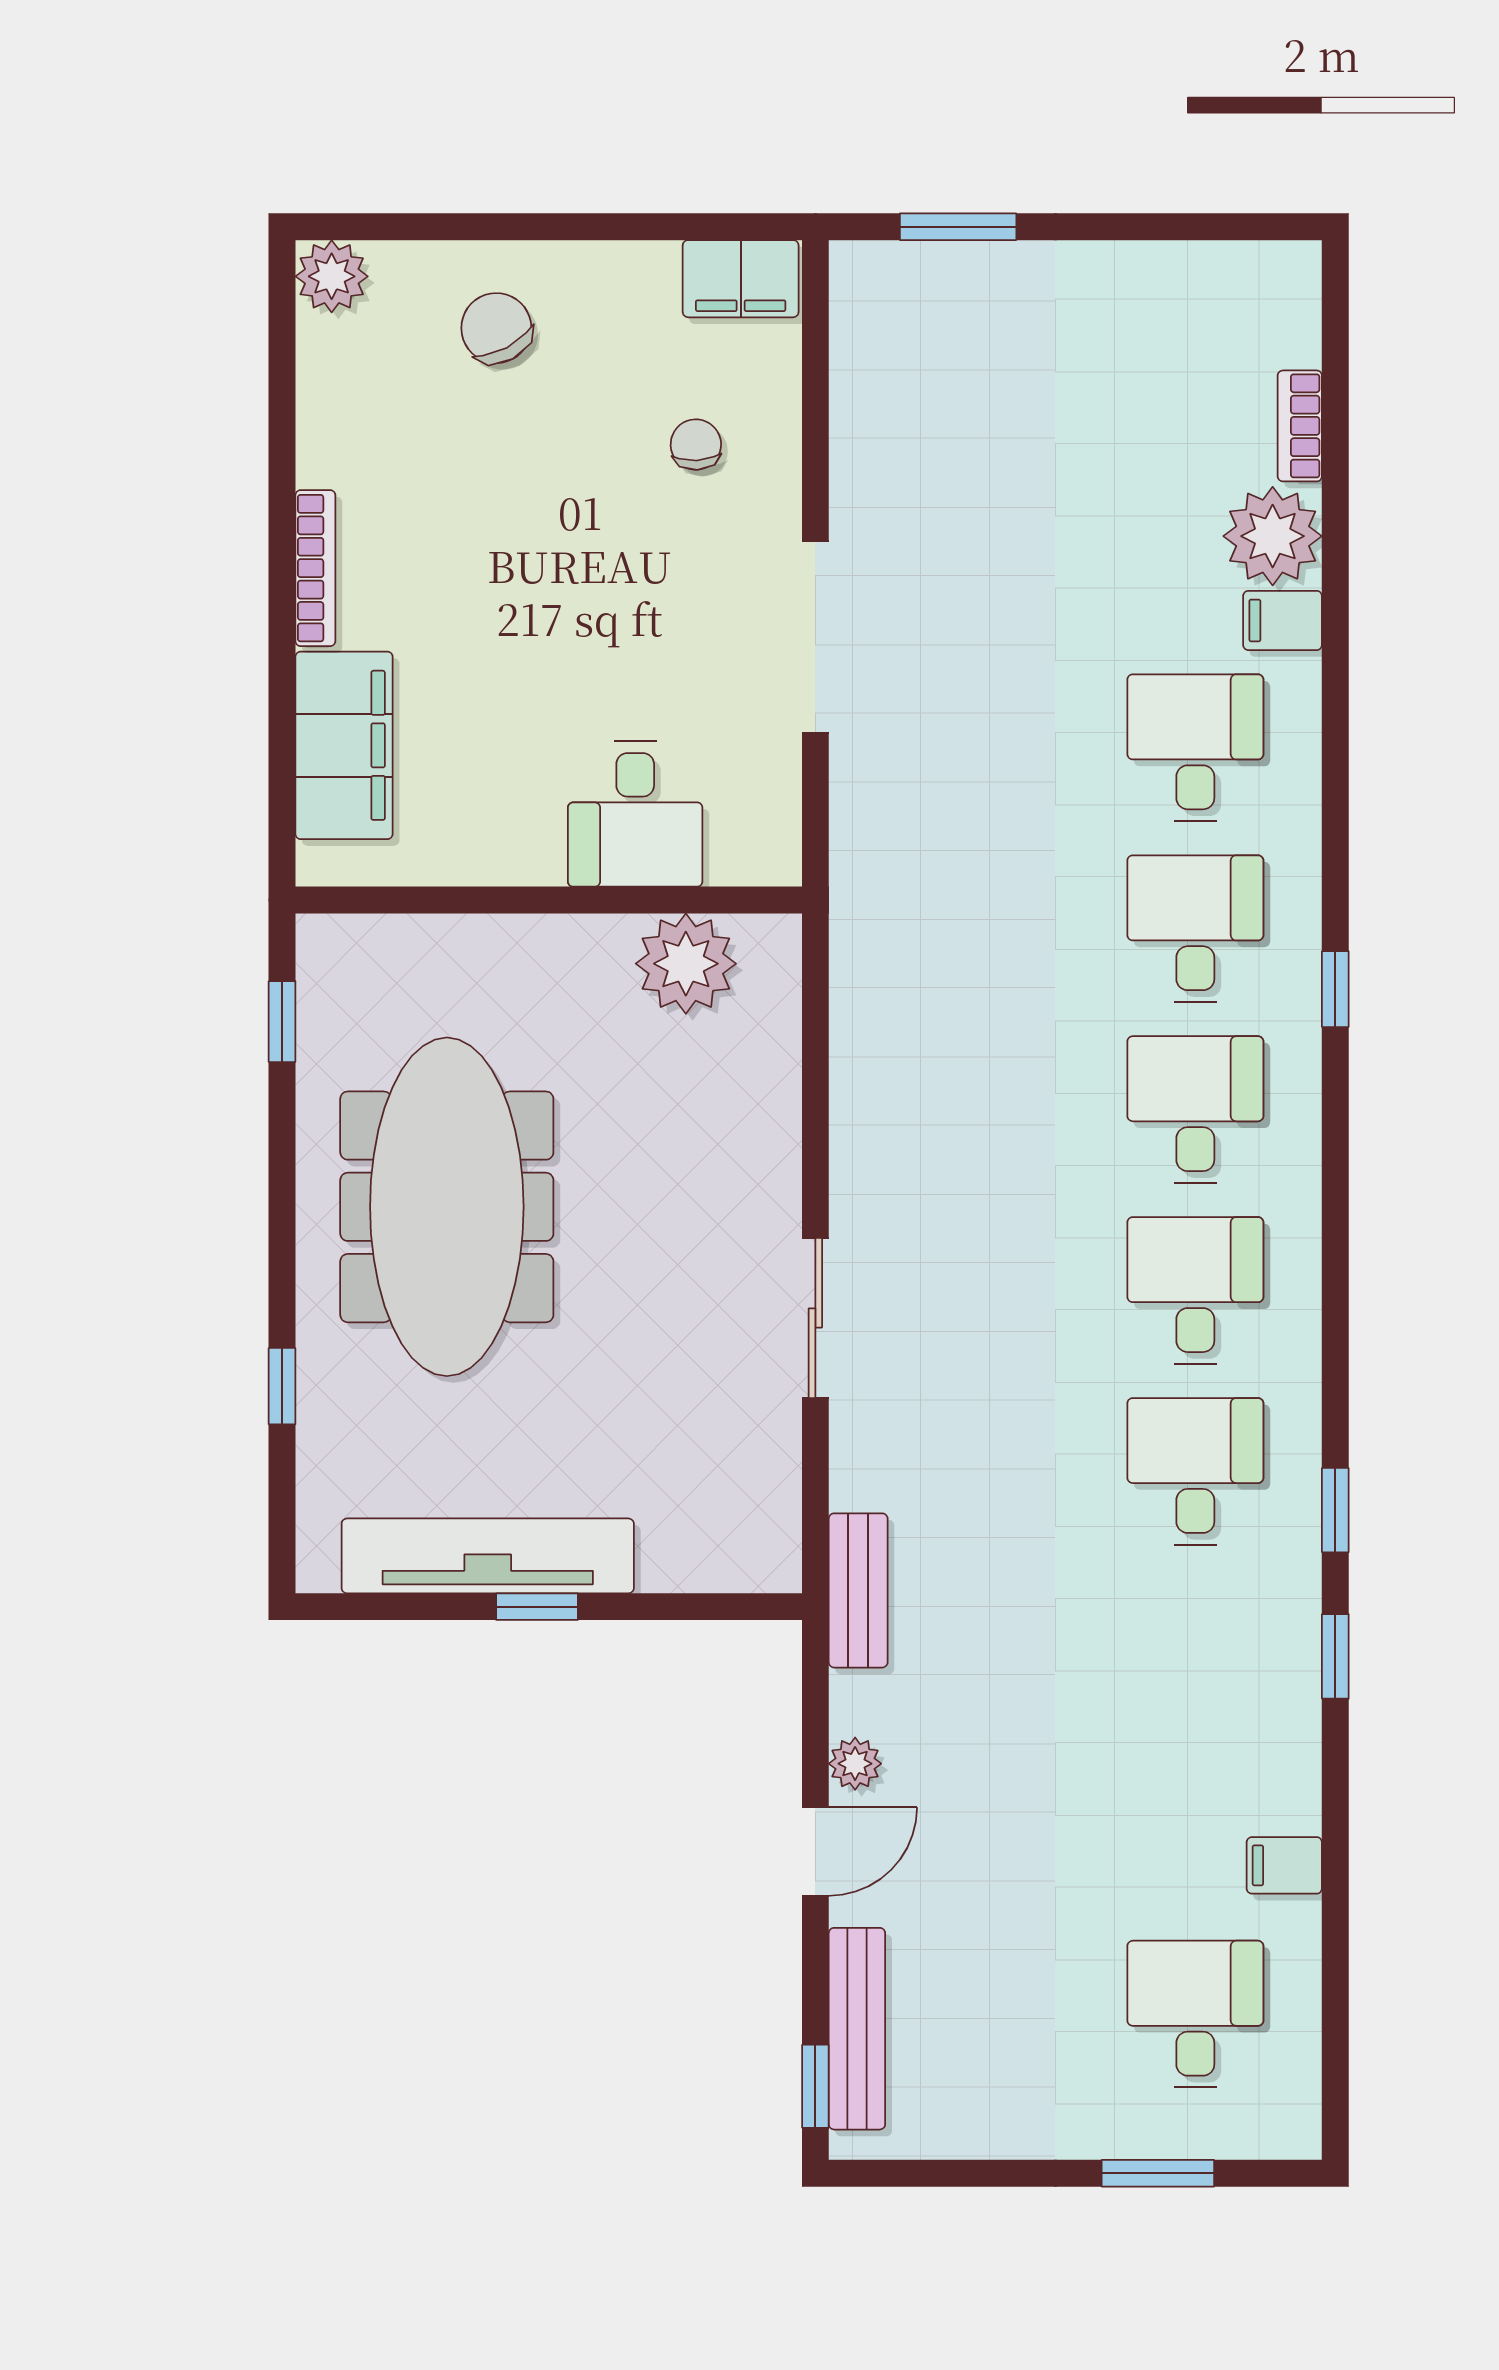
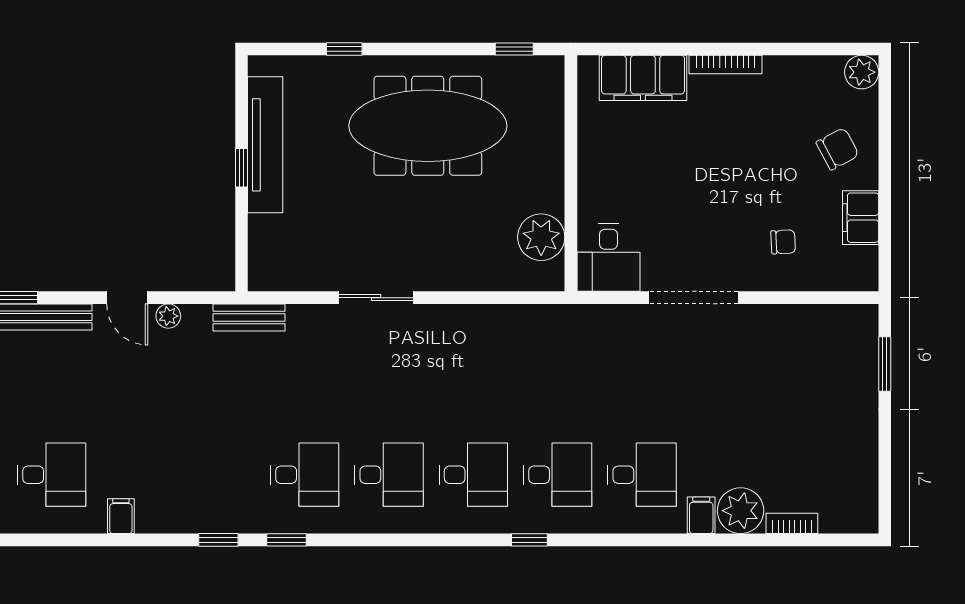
filing cabinet: (741, 279) -> (861, 218), moved
desk: (635, 814) -> (608, 258), moved, turned -90

